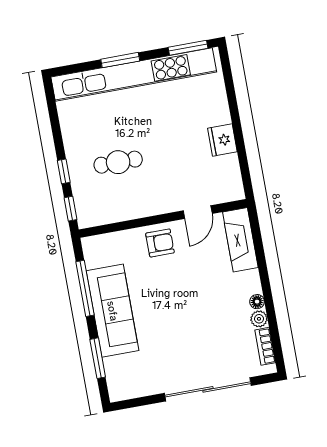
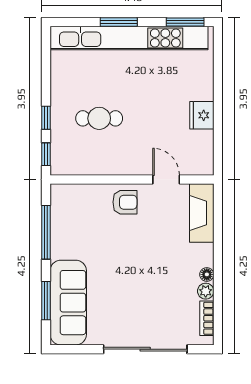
door: (198, 212) -> (166, 179), swing flipped
sofa: (112, 311) -> (68, 303), moved

